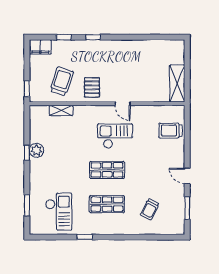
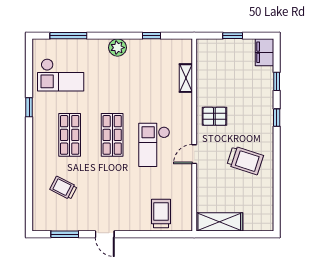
trolley: (62, 81) -> (245, 160), moved
window: (27, 89) -> (233, 36), moved
checkout: (115, 136) -> (154, 145), turned 180
plant: (36, 150) -> (118, 48), moved
window: (27, 153) -> (152, 36), moved
door: (187, 176) -> (105, 234), swing flipped
window: (27, 205) -> (68, 36), width x1.44

